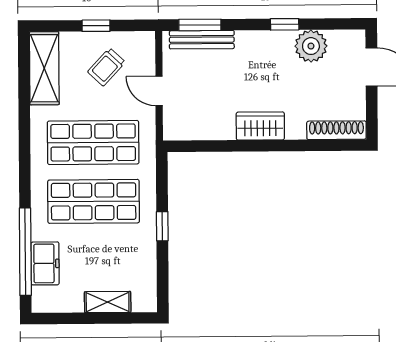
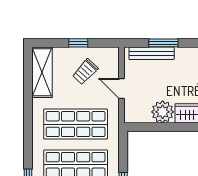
window: (200, 25) -> (163, 43), moved
plant: (218, 124) -> (163, 112), added

